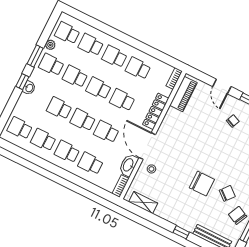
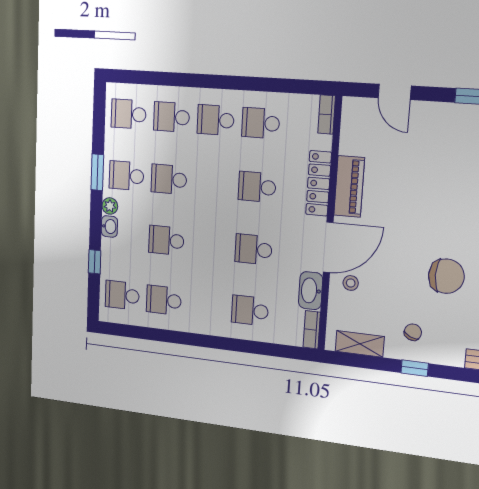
plant: (50, 45) -> (110, 206), moved
window: (22, 82) -> (95, 262), moved
door: (222, 87) -> (395, 92), moved
school desk: (99, 88) -> (212, 183), removed
piano: (183, 94) -> (349, 186), moved
school desk: (83, 120) -> (209, 245), removed
chair: (233, 121) -> (413, 332), moved
door: (147, 146) -> (328, 247), swing flipped
school desk: (67, 152) -> (206, 305), removed
window: (181, 232) -> (415, 368), moved

